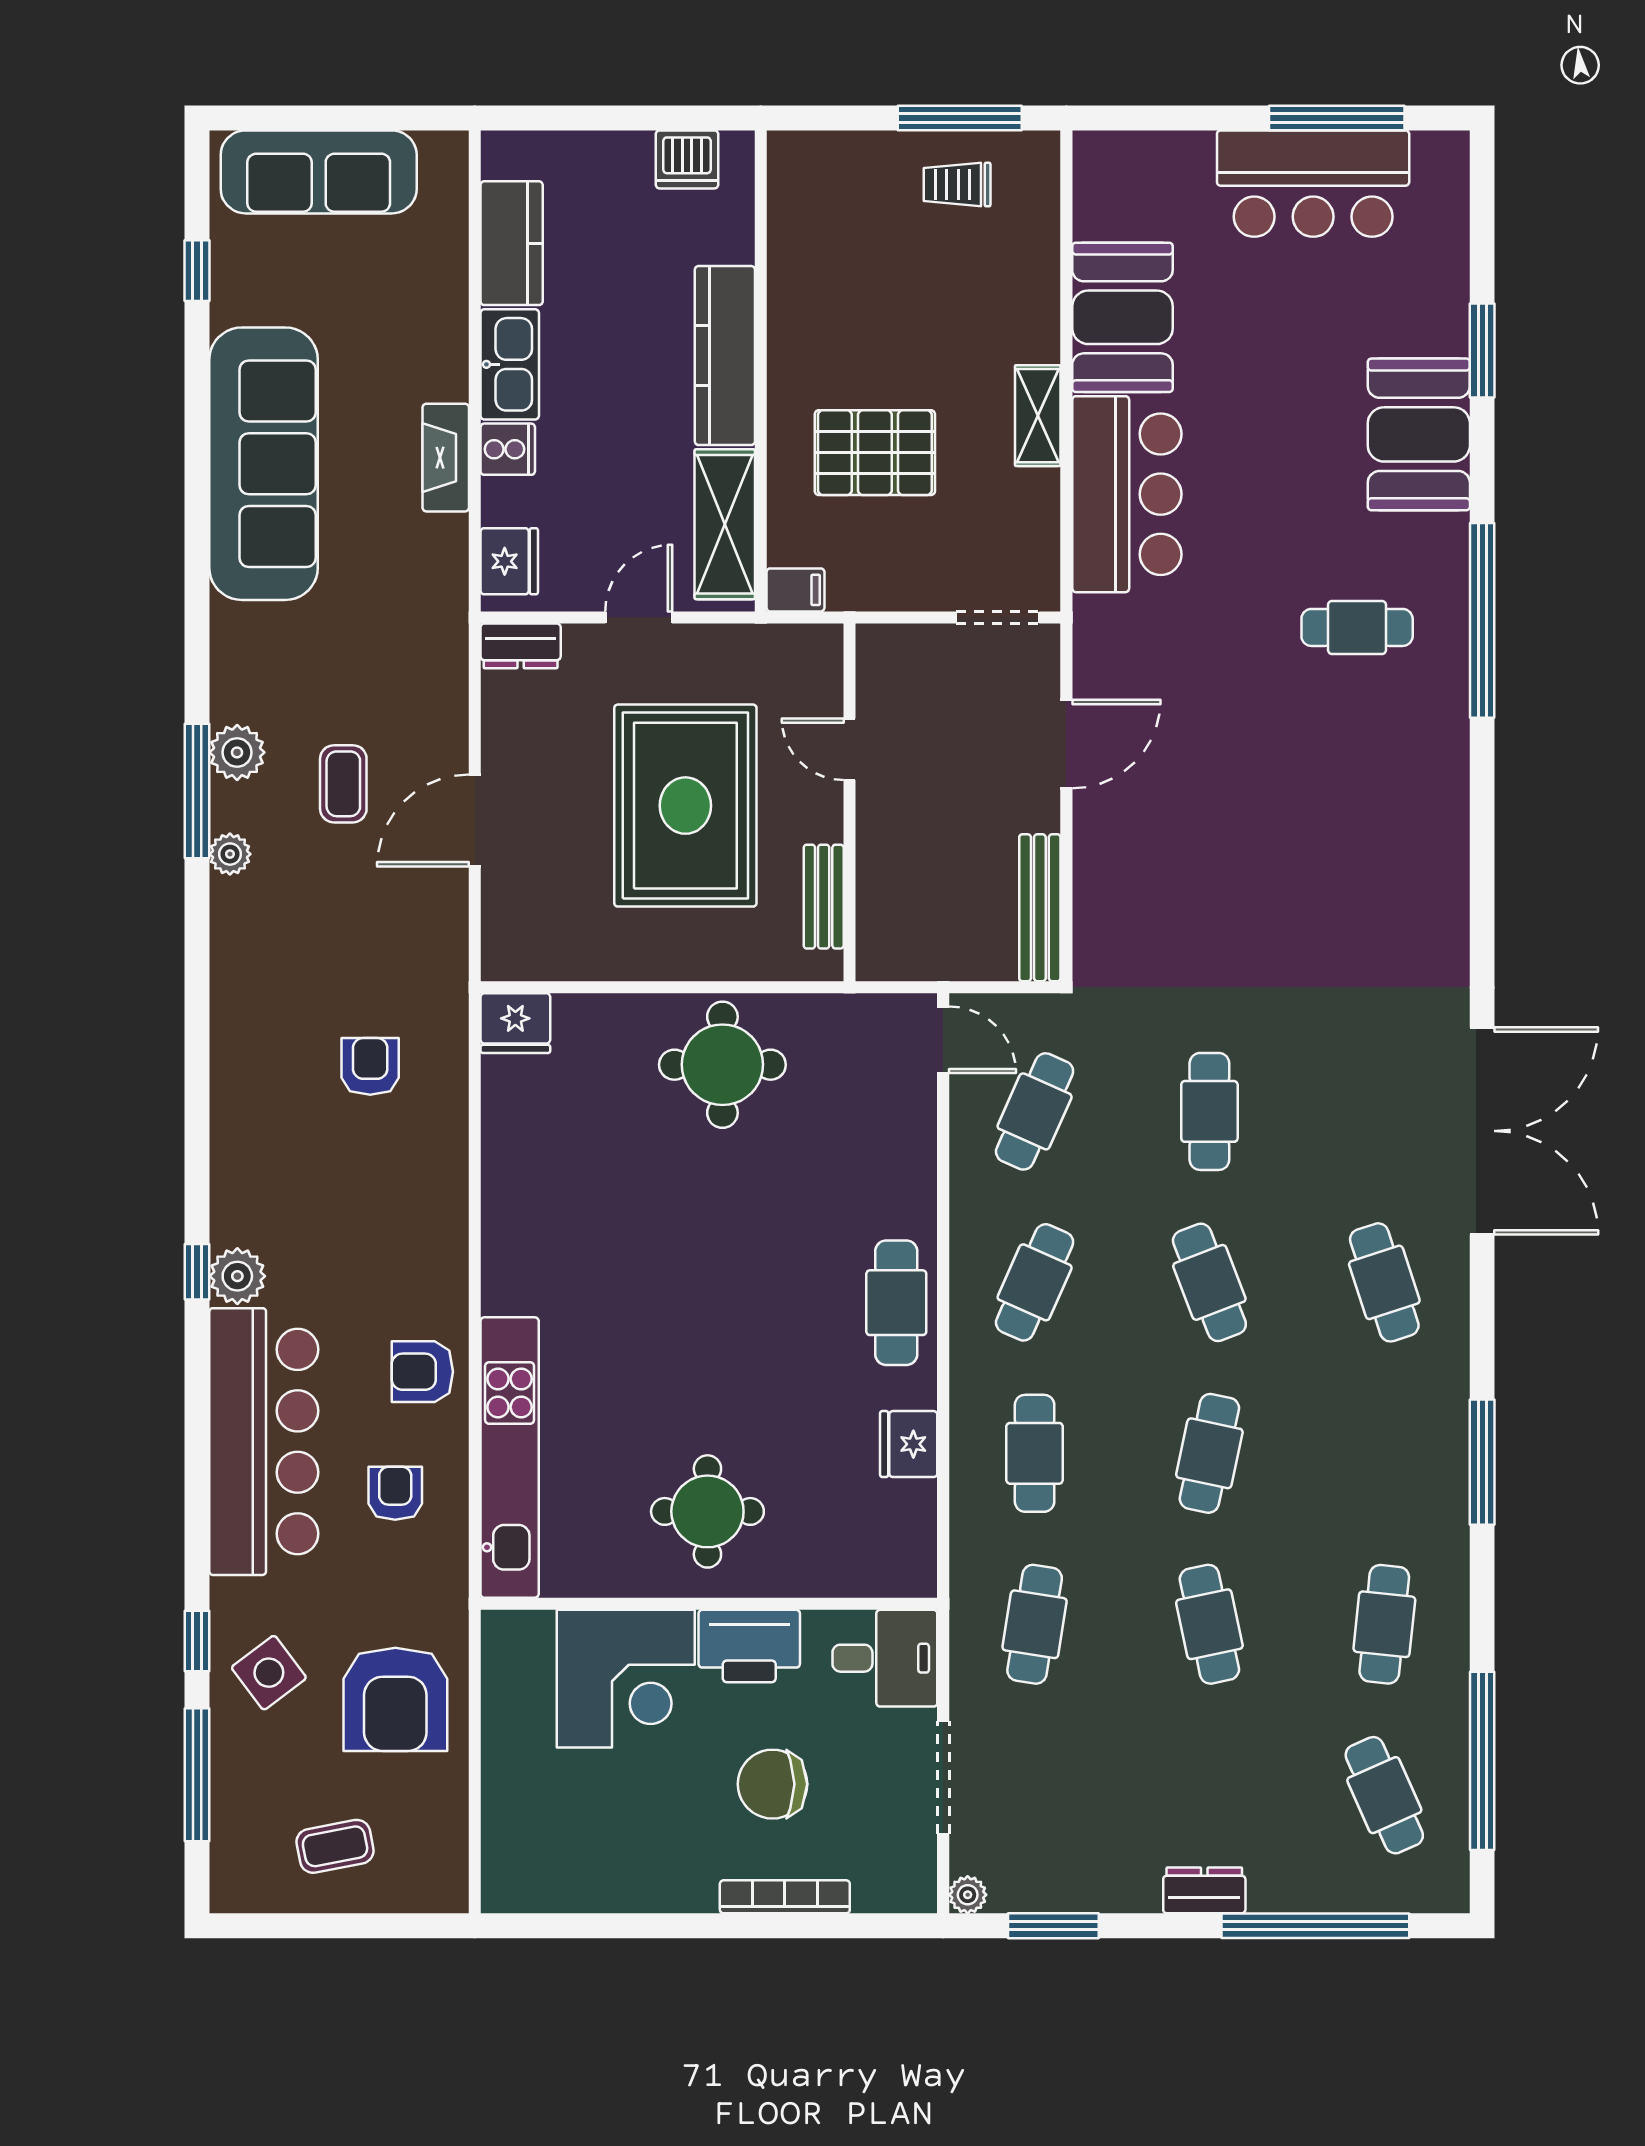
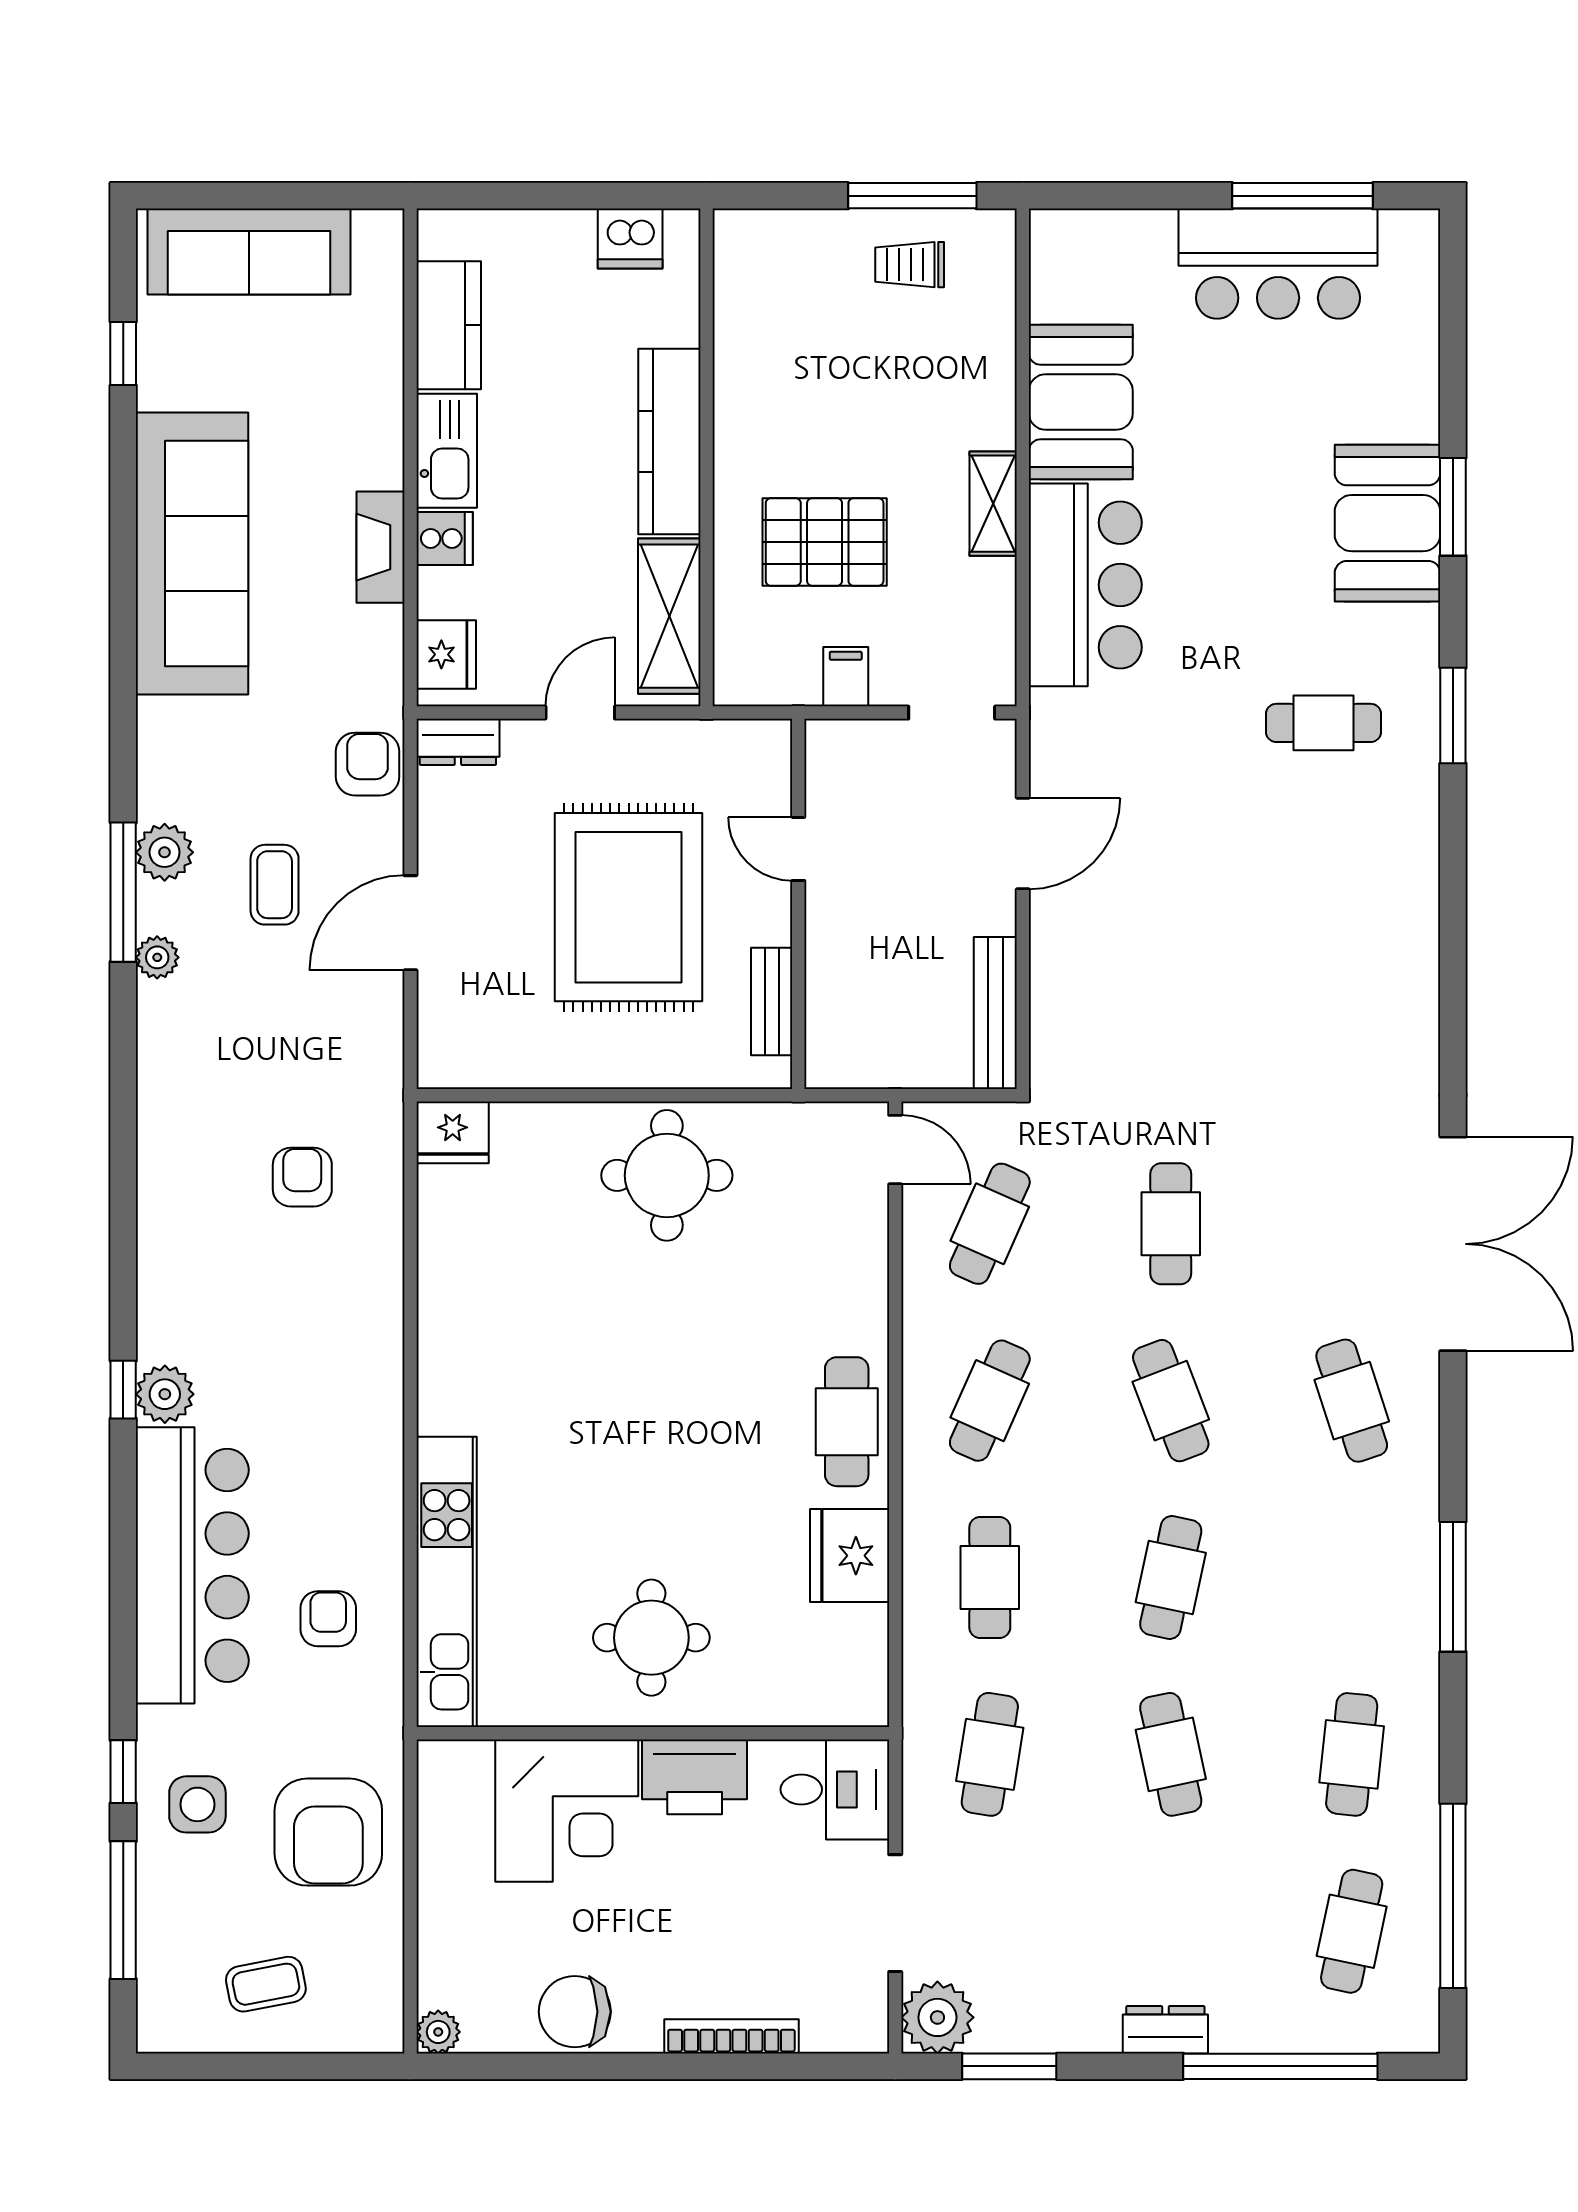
window: (1482, 350) -> (1453, 507), moved
filing cabinet: (795, 590) -> (846, 677), moved, turned -90
window: (1482, 620) -> (1453, 716), width x0.47
armchair: (422, 1372) -> (368, 764), moved, turned 90
fridge: (909, 1444) -> (850, 1556), width x1.36, depth x1.34
side table: (269, 1673) -> (197, 1804), turned 37
chair: (773, 1784) -> (575, 2012), moved
cafe table: (1384, 1795) -> (1352, 1931), turned 36
plant: (502, 1892) -> (438, 2032), added
plant: (968, 1895) -> (937, 2017), width x1.88, depth x1.88

